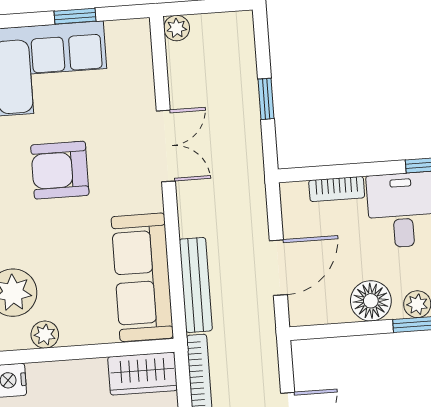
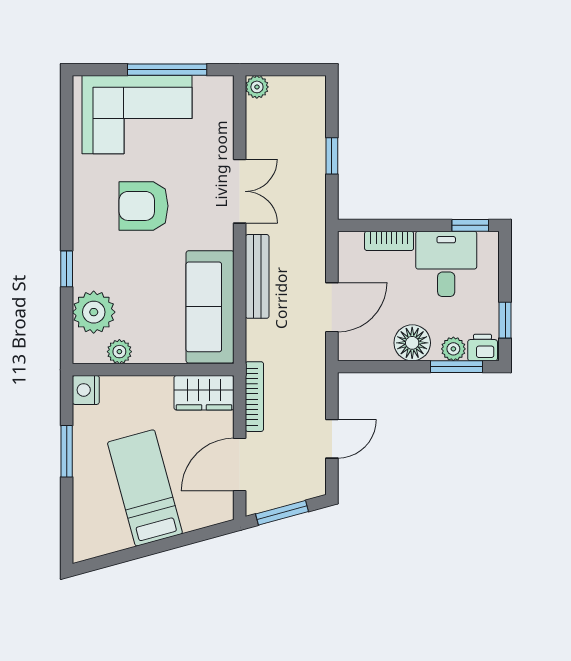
window: (75, 16) -> (167, 70), width x2.17
bench: (196, 285) -> (257, 276), moved

